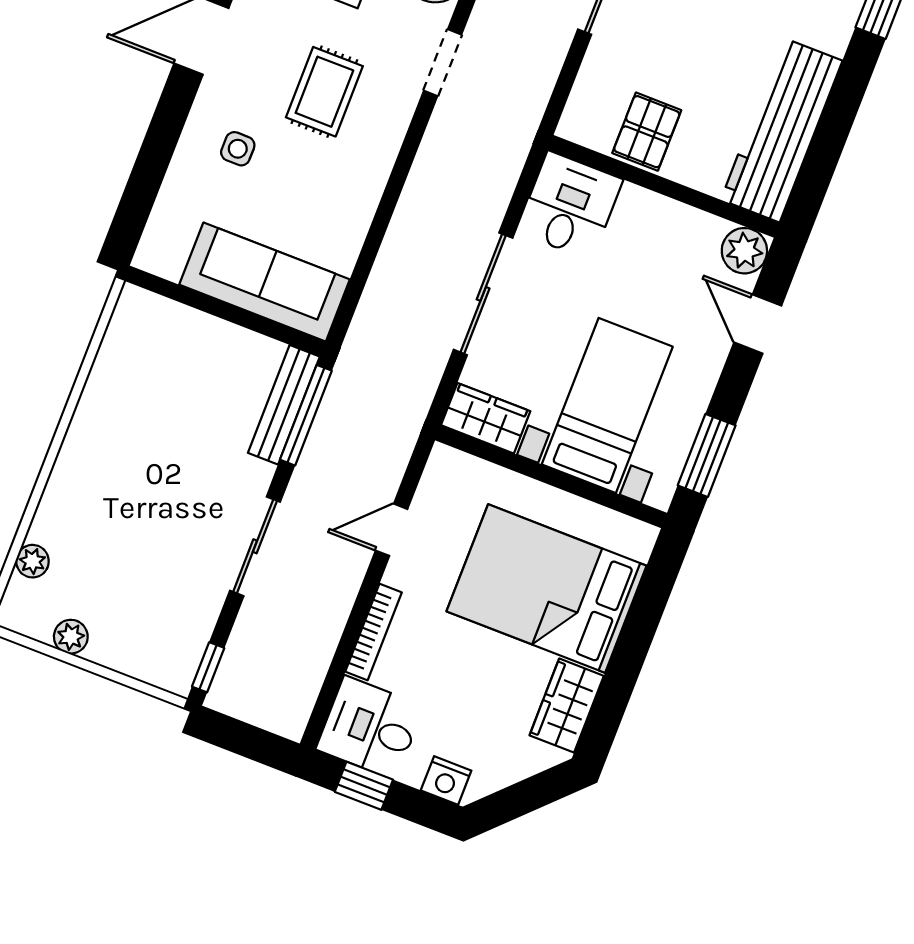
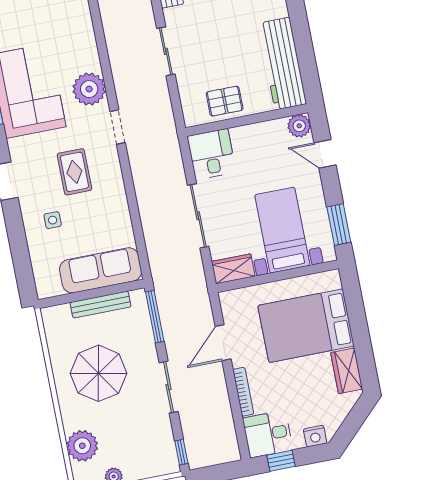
pallet: (647, 132) -> (225, 101), turned 90
bench: (284, 405) -> (101, 305), moved, turned 90
parasol: (153, 450) -> (98, 373), added
door: (392, 530) -> (223, 343), width x1.38
plant: (32, 561) -> (82, 446), width x1.88, depth x1.88

